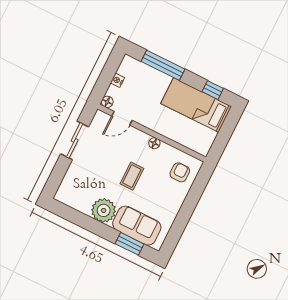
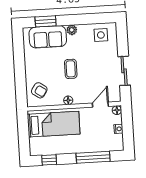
bed: (196, 105) -> (54, 124), moved
armchair: (180, 172) -> (39, 90), turned -56
side table: (78, 194) -> (101, 35), added
plant: (104, 210) -> (72, 30), width x0.53, depth x0.53

